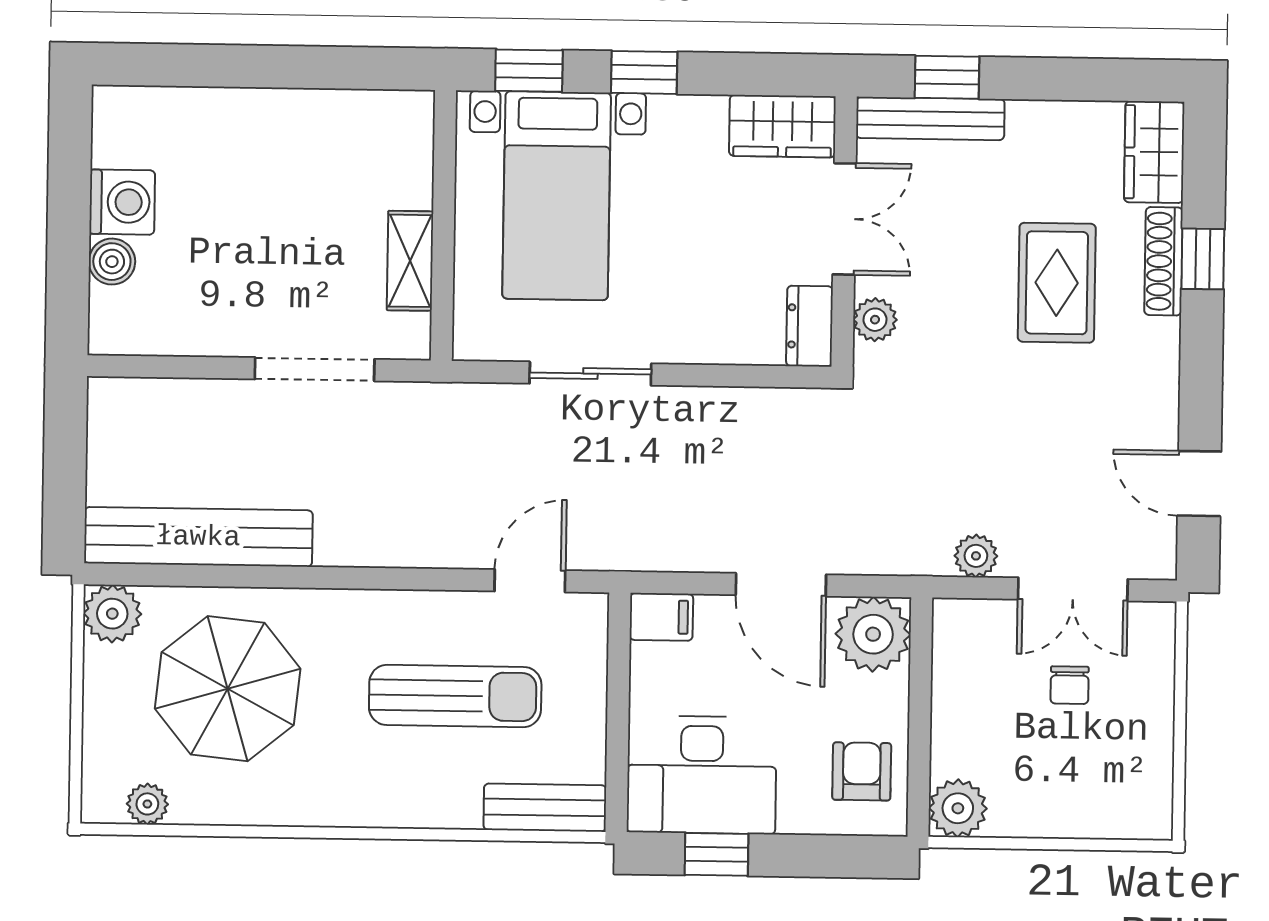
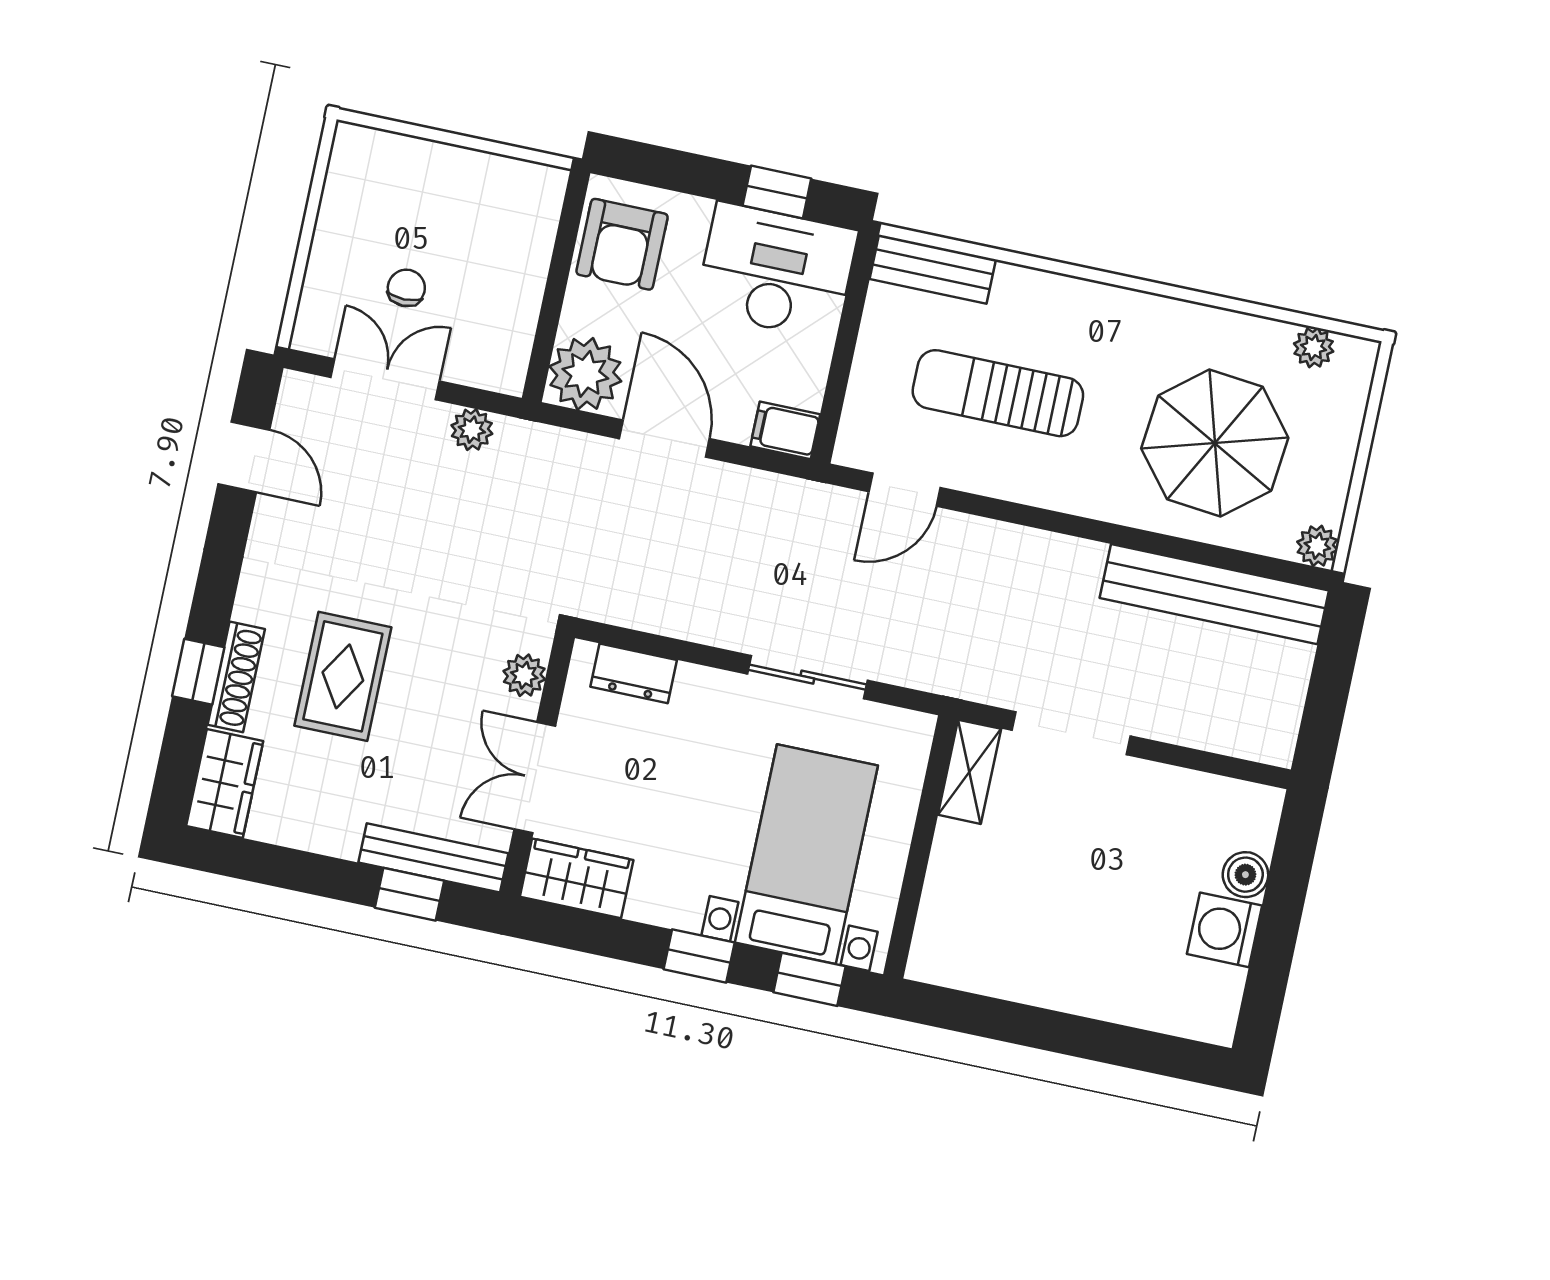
shelving: (410, 261) -> (969, 772), moved
dresser: (809, 326) -> (634, 673), moved, turned 90
plant: (112, 614) -> (1317, 546), width x0.73, depth x0.73
armchair: (862, 771) -> (622, 244), width x1.38, depth x1.38
plant: (958, 808) -> (537, 191), removed

